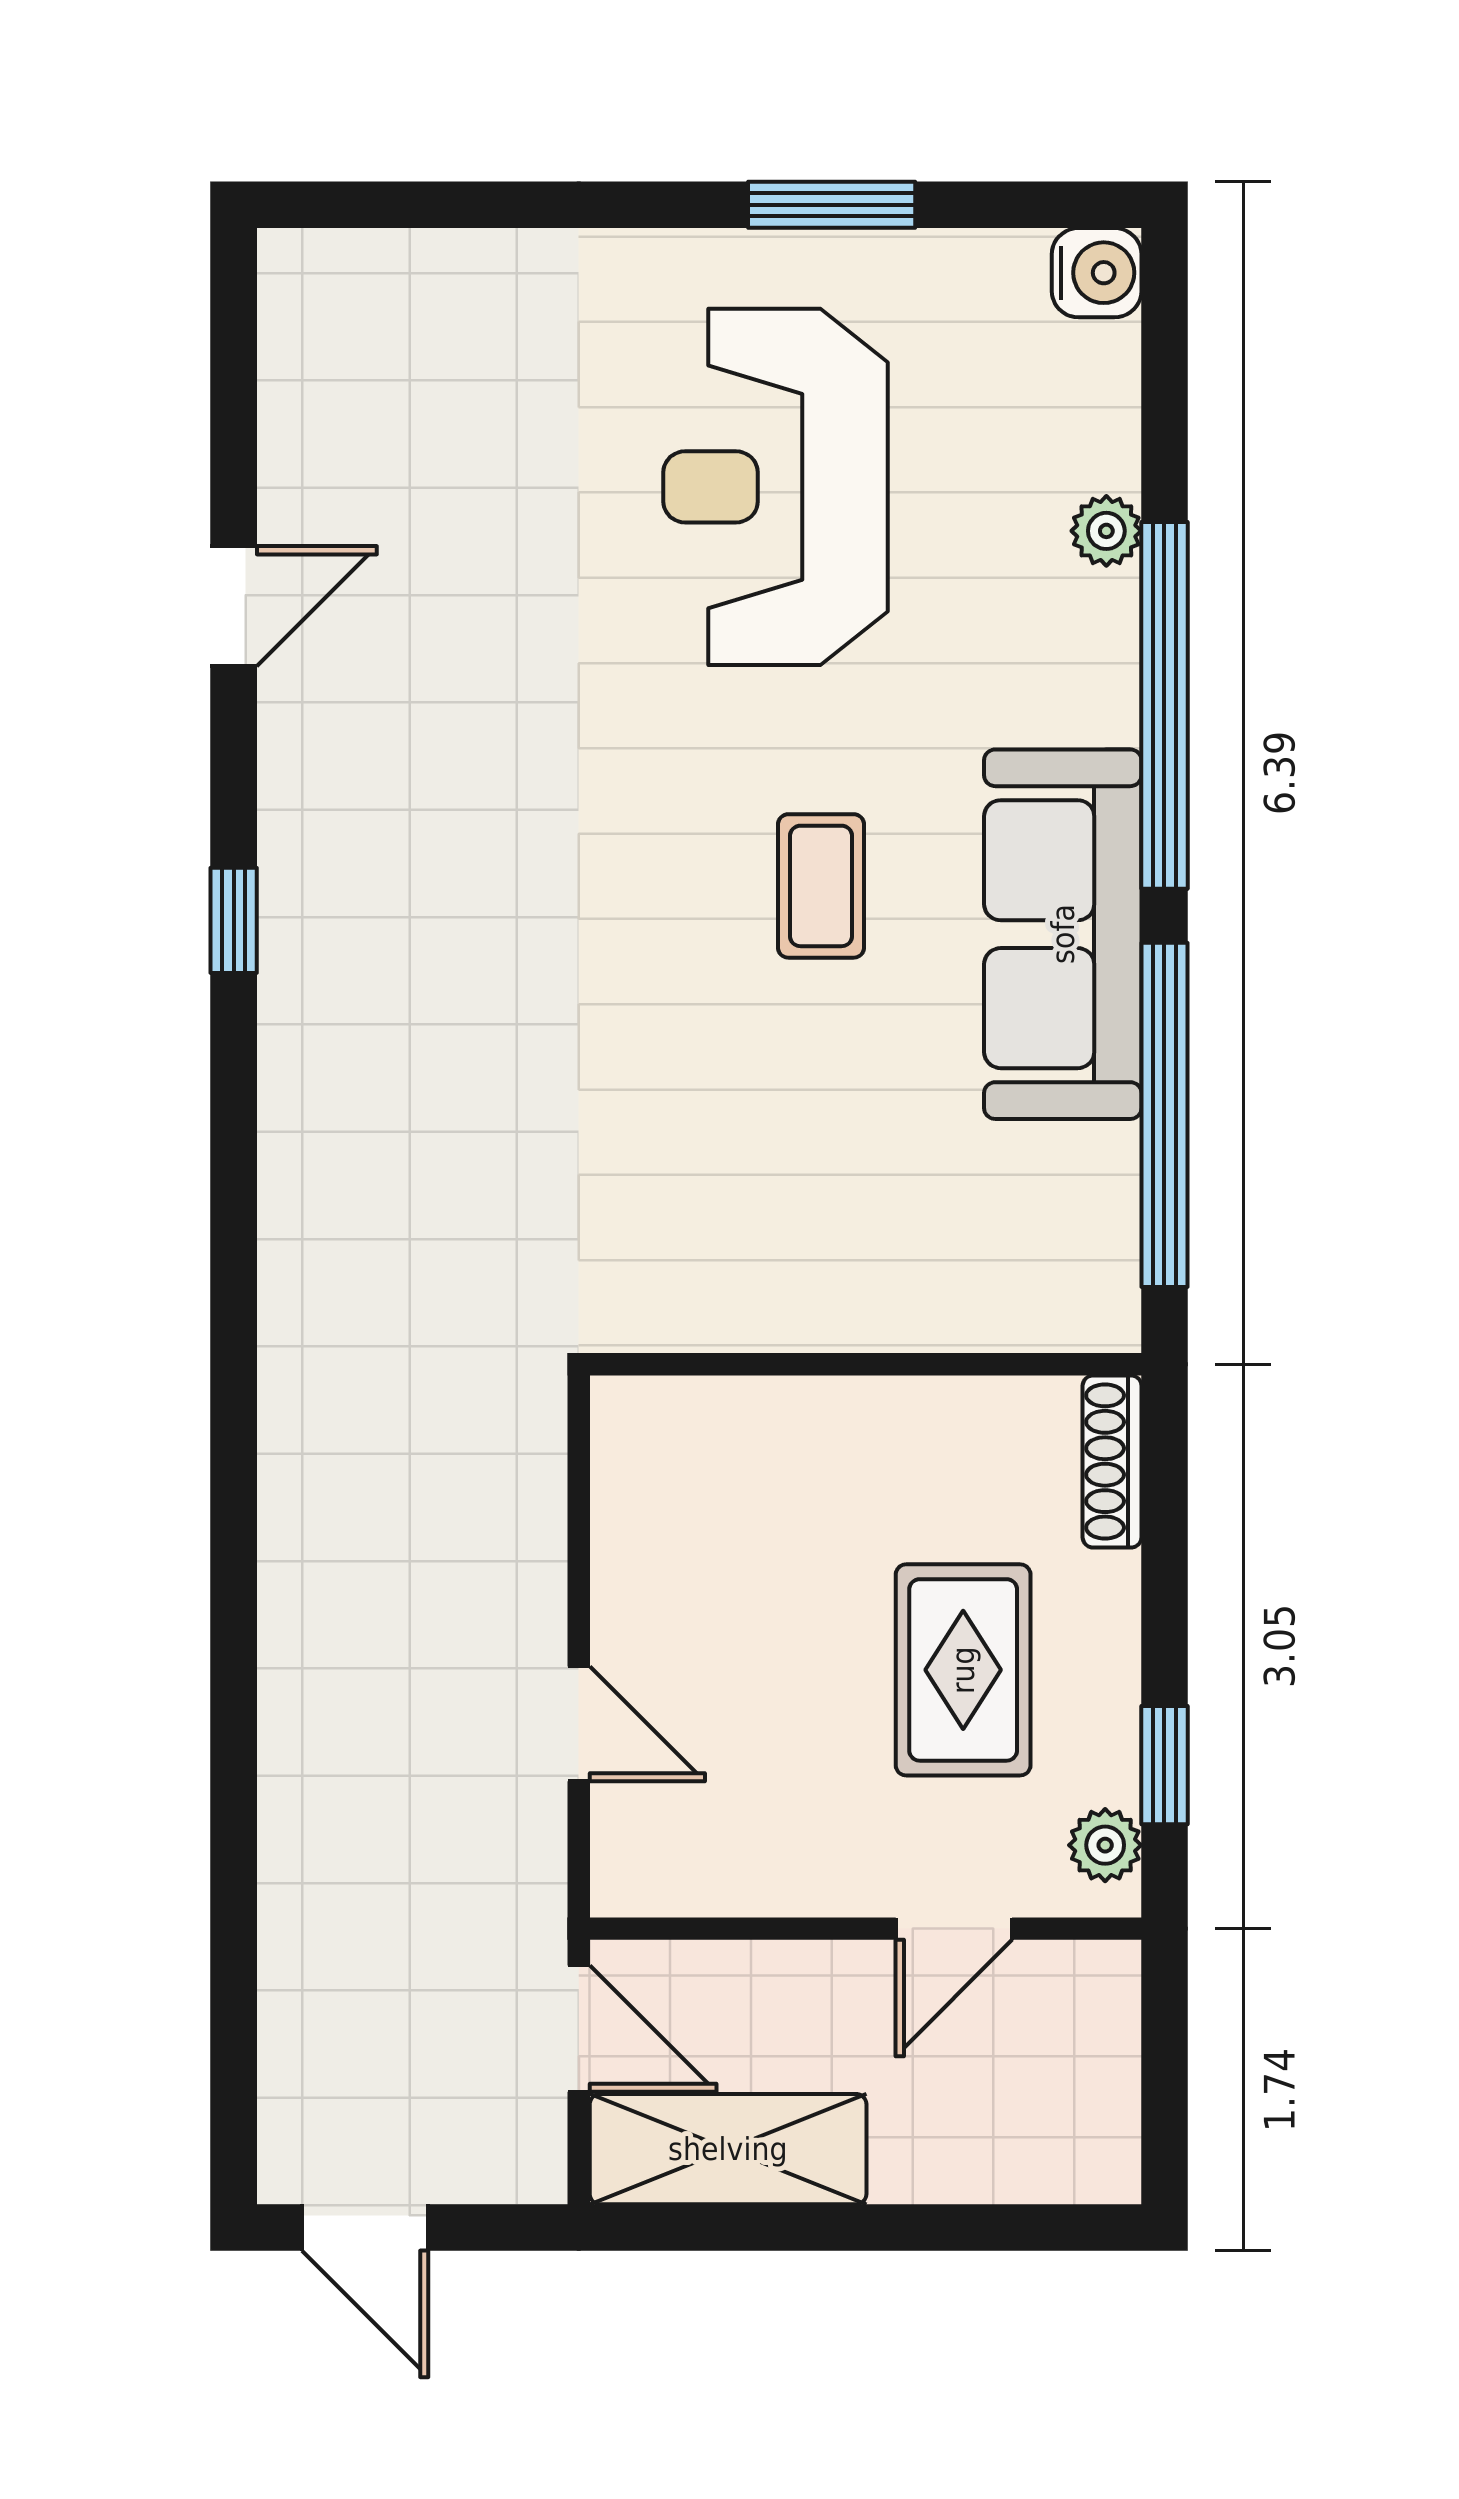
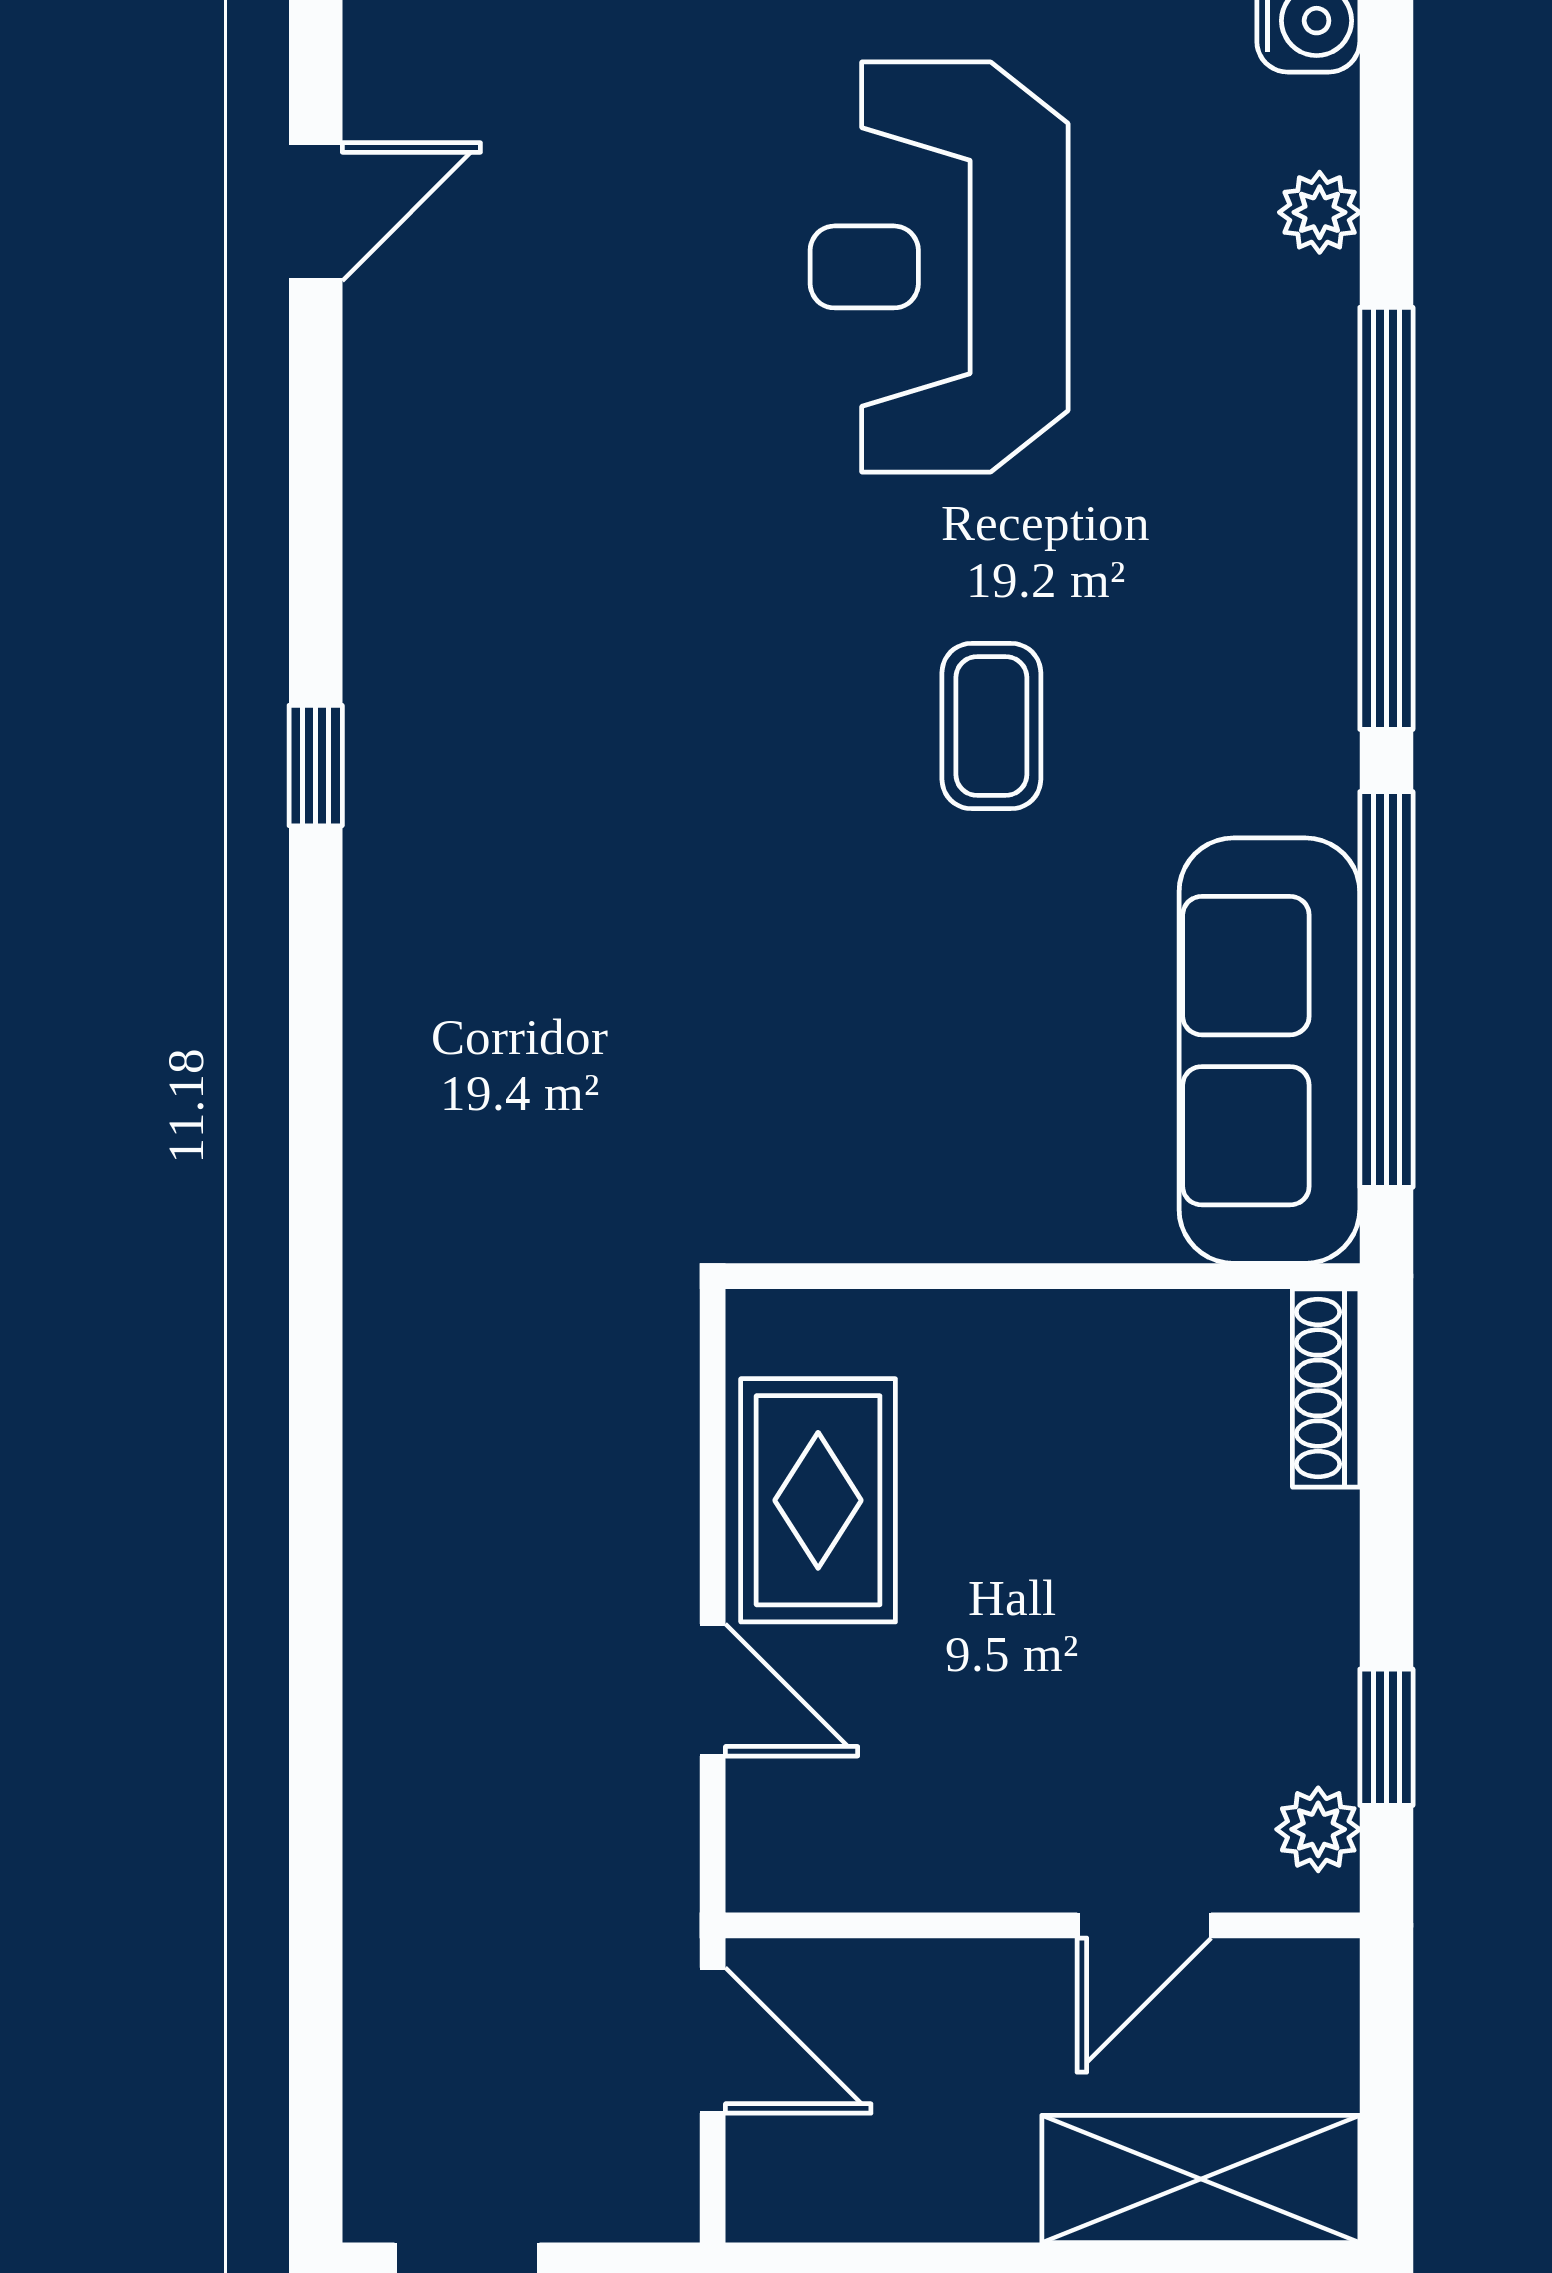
plant: (1106, 531) -> (1320, 212), moved
door: (234, 606) -> (316, 212), moved
sofa: (1063, 934) -> (1269, 1051), moved
rug: (963, 1670) -> (818, 1500), moved
shelving: (728, 2149) -> (1201, 2179), moved

